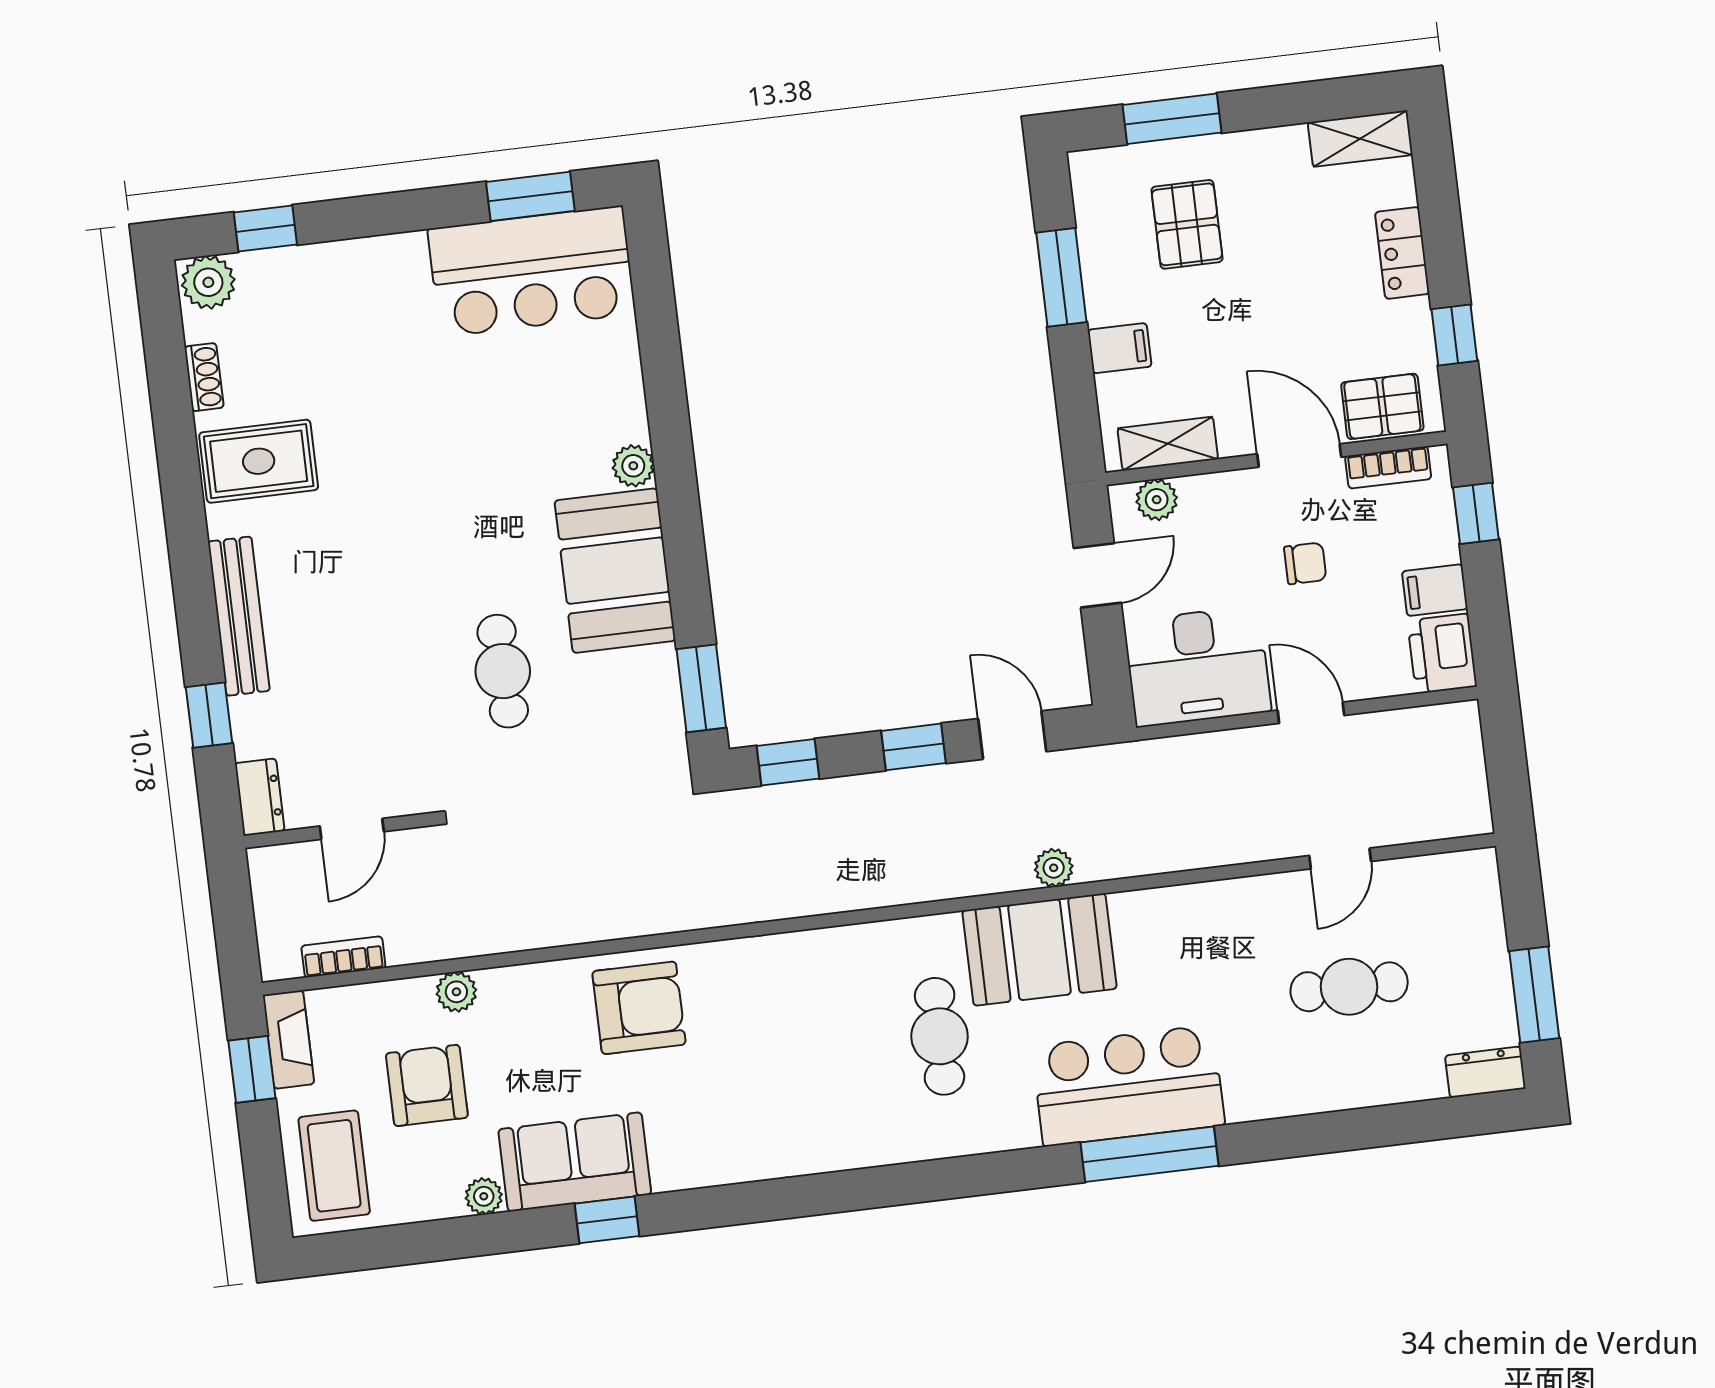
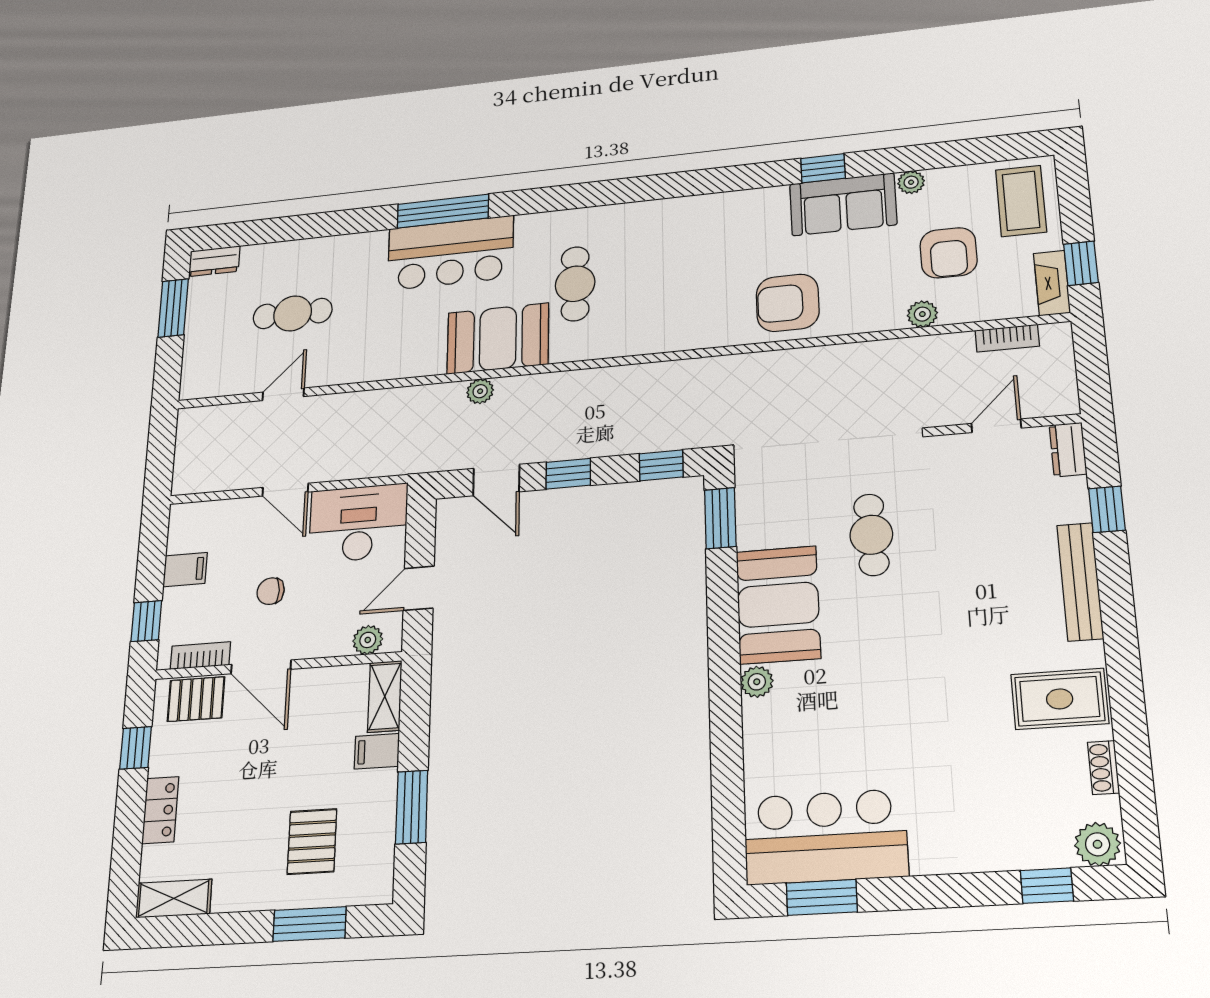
shelving: (1168, 444) -> (385, 696), moved, turned 90
printer: (1442, 654) -> (189, 527), removed

